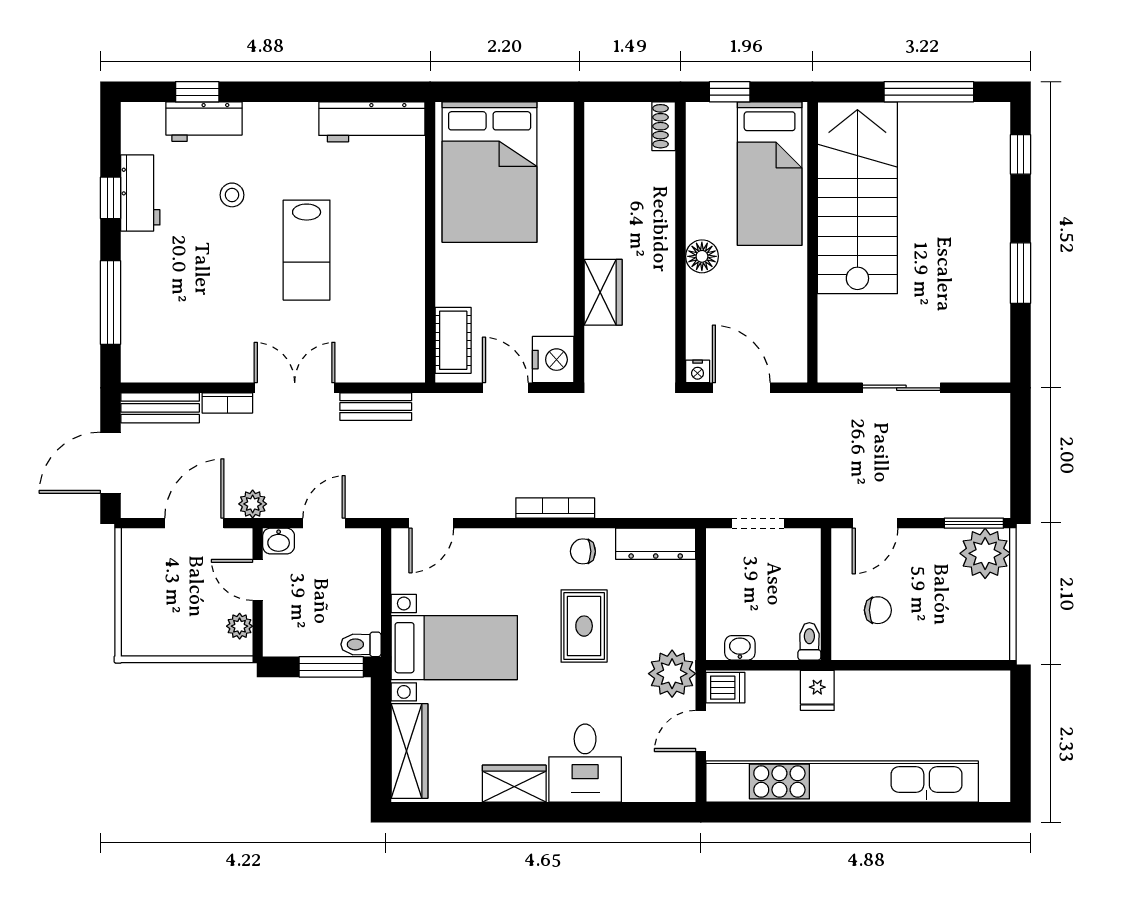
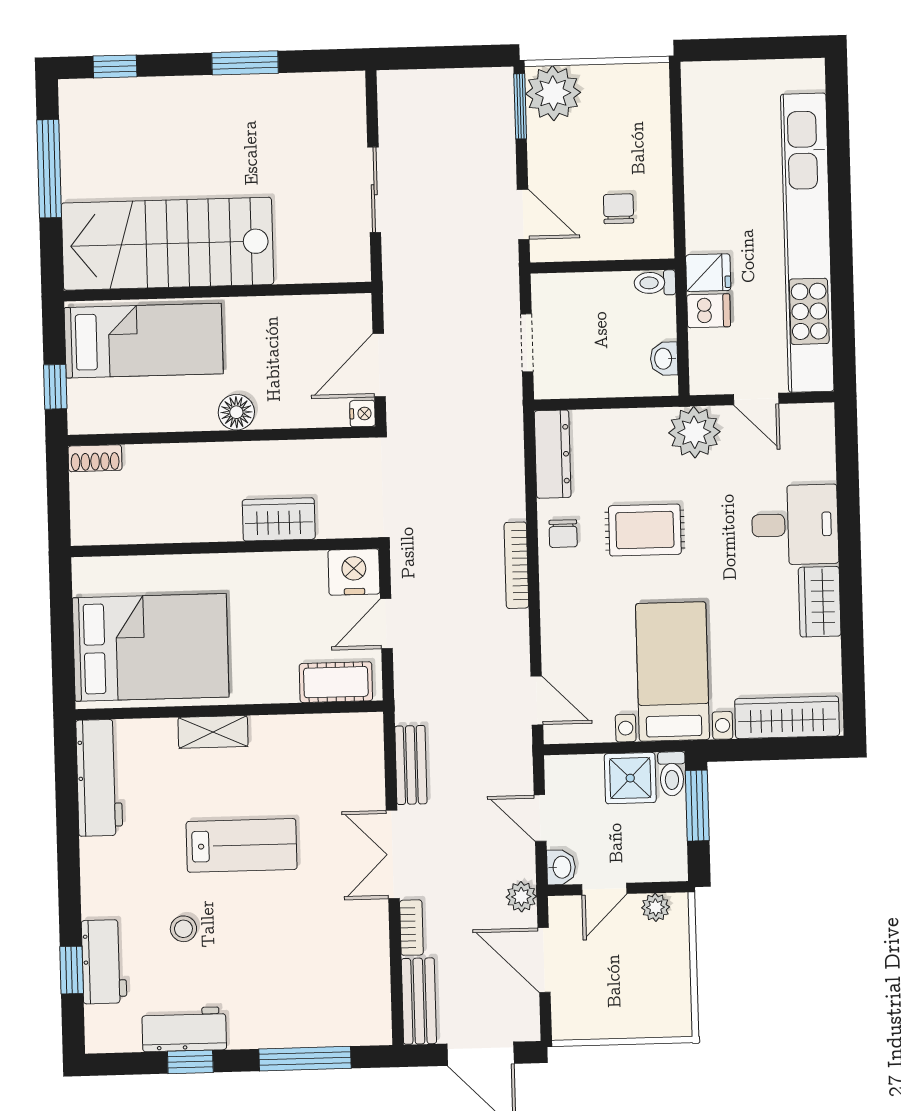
shelving: (411, 227) -> (213, 732), added
shower: (358, 606) -> (630, 778), added
dishwasher: (725, 688) -> (709, 311), moved, turned 90

